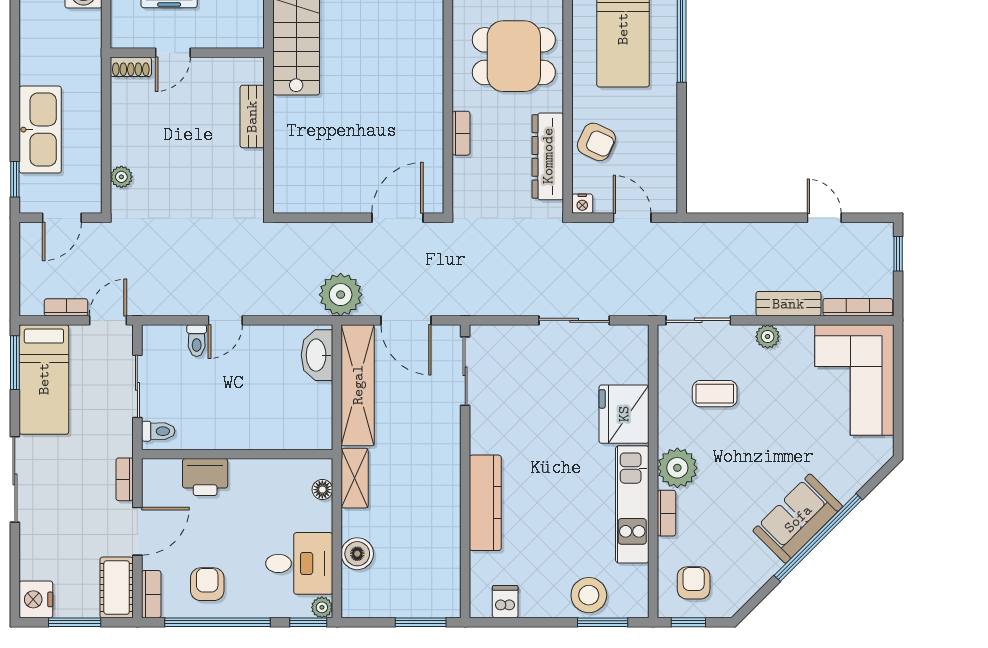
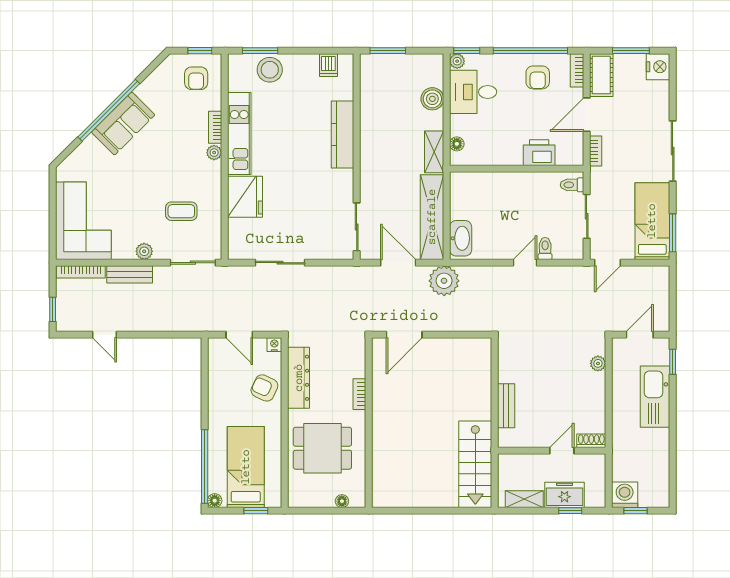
bookcase: (66, 307) -> (637, 272), removed
plant: (677, 468) -> (214, 153), width x0.53, depth x0.53

